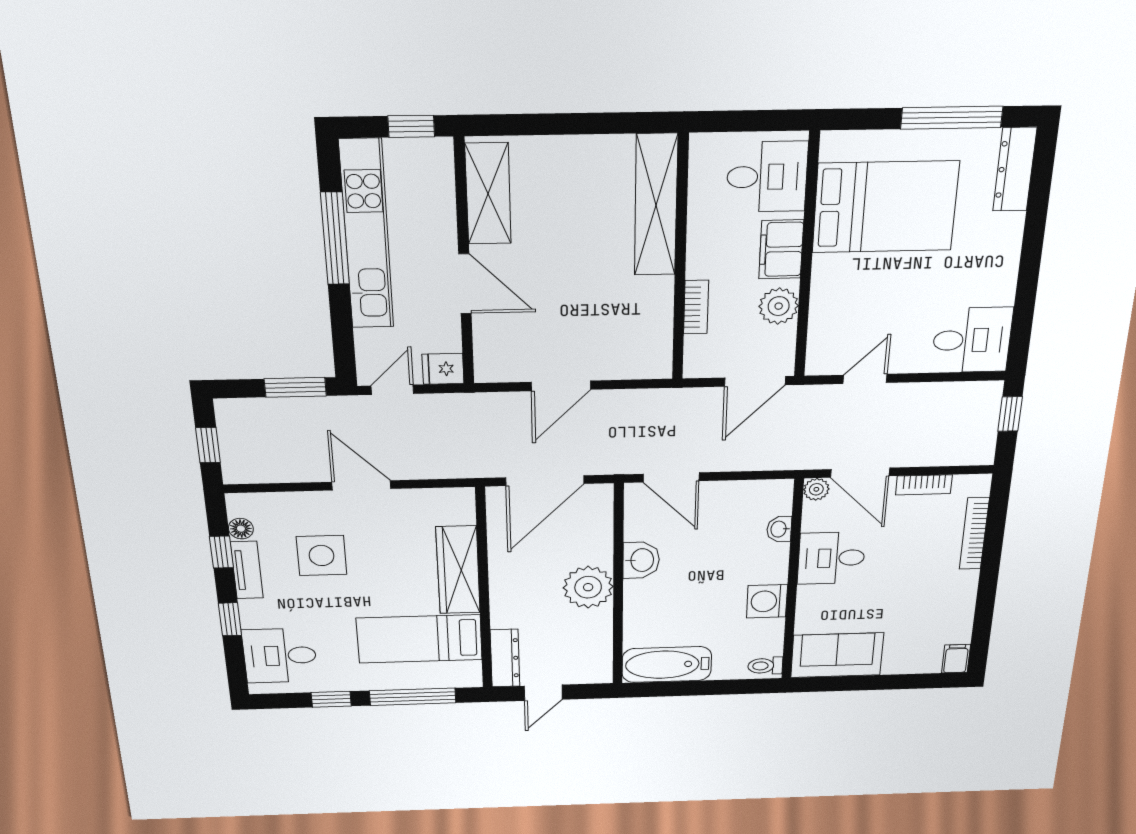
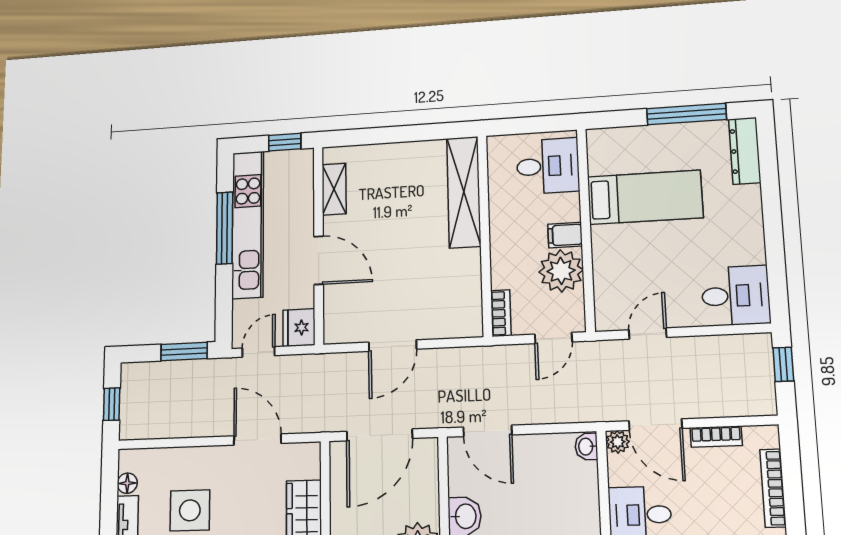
shelving: (488, 194) -> (334, 189), width x0.67, depth x0.75
bed: (885, 207) -> (645, 197), width x0.67
filing cabinet: (781, 249) -> (565, 235), width x0.50
plant: (779, 306) -> (561, 271), width x1.36, depth x1.36
bookcase: (696, 307) -> (501, 313), moved
fridge: (443, 369) -> (299, 328), width x1.38
door: (755, 381) -> (553, 338), width x0.73
door: (361, 485) -> (257, 440), moved
washbasin: (779, 529) -> (586, 447), moved
window: (221, 552) -> (109, 507), removed

